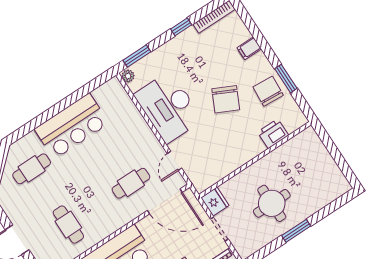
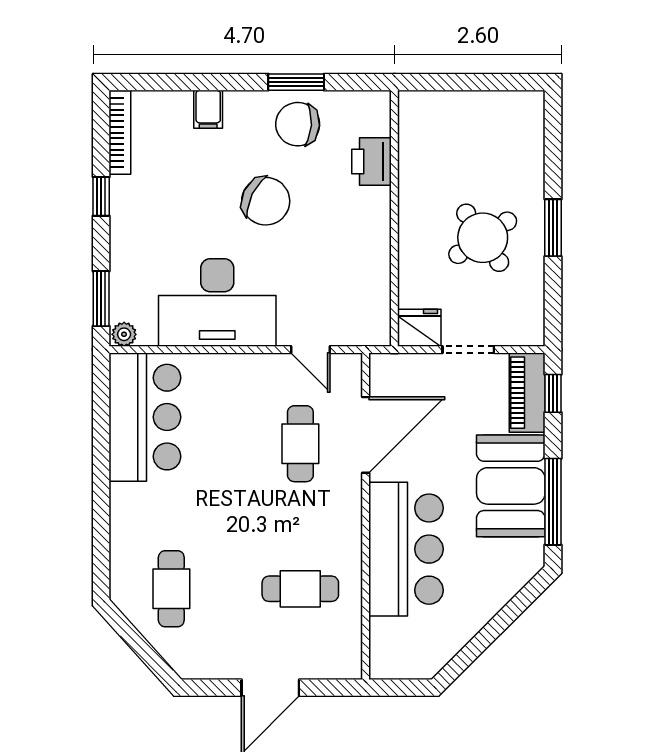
bar counter: (72, 126) -> (145, 417), moved
door: (165, 201) -> (366, 435), moved
round table: (272, 203) -> (483, 238), turned -34

